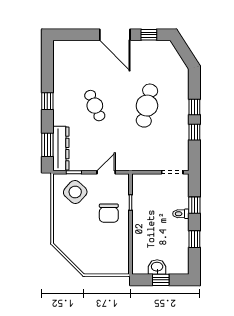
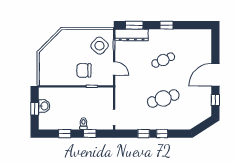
cafe table: (147, 106) -> (163, 99), turned -30

